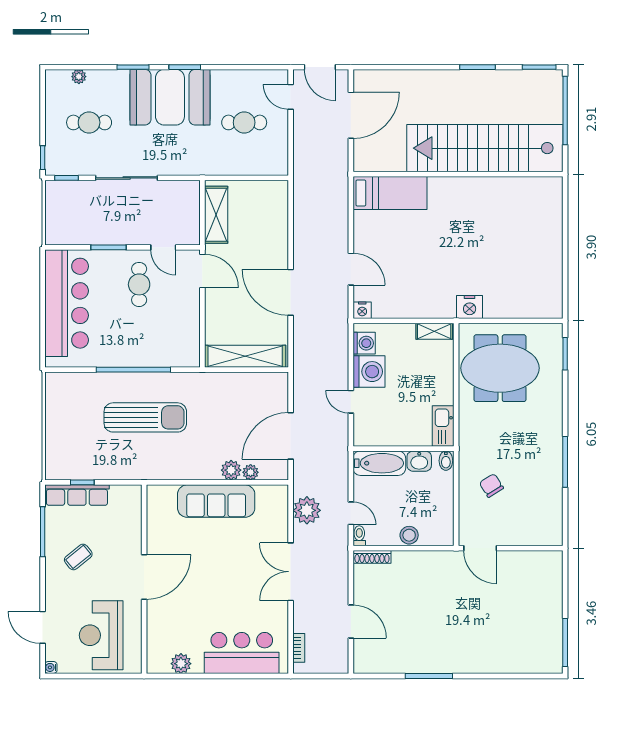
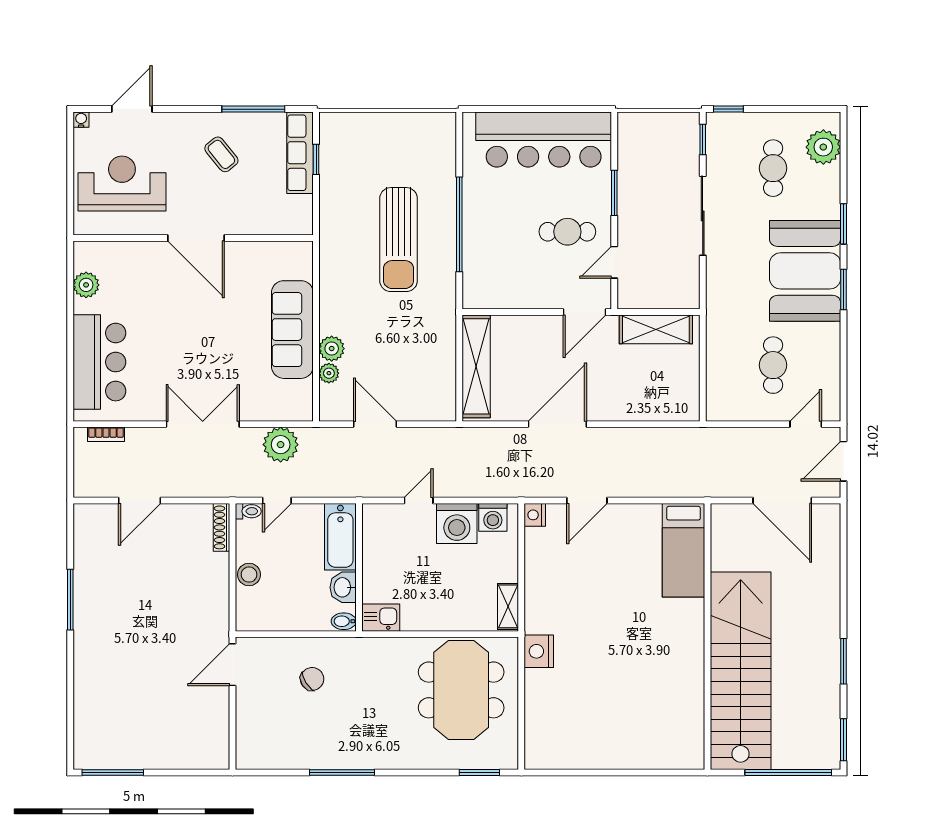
plant: (79, 77) -> (823, 147), width x1.88, depth x1.88
kitchen sink: (443, 426) -> (381, 618), width x0.73
door: (291, 436) -> (375, 424), width x0.73

